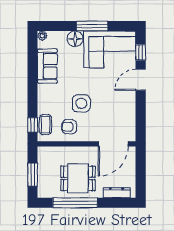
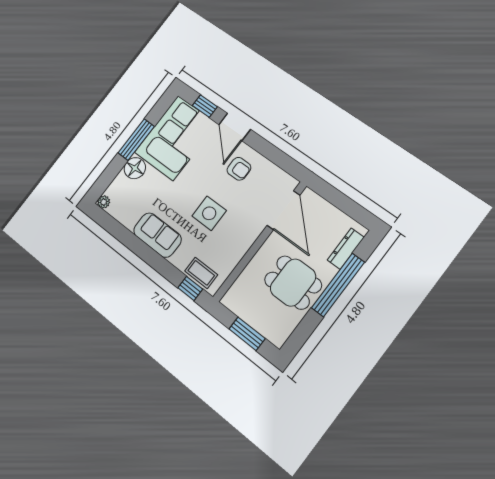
sofa: (47, 66) -> (157, 235), moved
armchair: (69, 127) -> (239, 169), moved, turned -90
dining table: (78, 178) -> (293, 282), turned 90
window: (75, 203) -> (338, 285), moved

